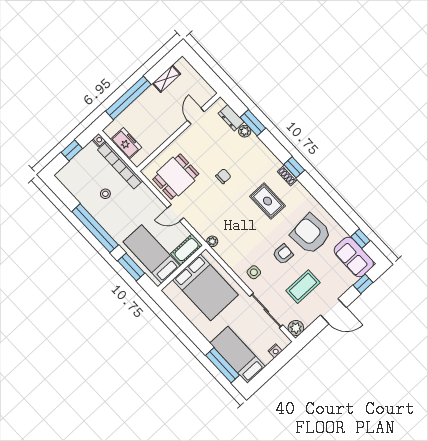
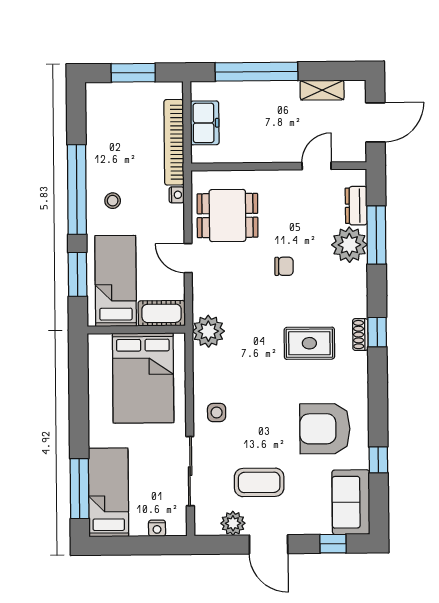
door: (205, 71) -> (375, 122), added
window: (253, 123) -> (376, 235), width x1.44
plant: (245, 131) -> (349, 245), width x1.88, depth x1.88
nightstand: (99, 140) -> (177, 195), moved
window: (72, 150) -> (133, 73), width x1.50
stool: (105, 194) -> (113, 201), moved
rug: (268, 201) -> (309, 343), turned 90
armchair: (311, 234) -> (325, 429), turned -85
window: (360, 239) -> (378, 460), moved
plant: (212, 241) -> (208, 331), width x1.87, depth x1.87
armchair: (283, 254) -> (270, 423), removed
plant: (296, 328) -> (233, 523), moved

